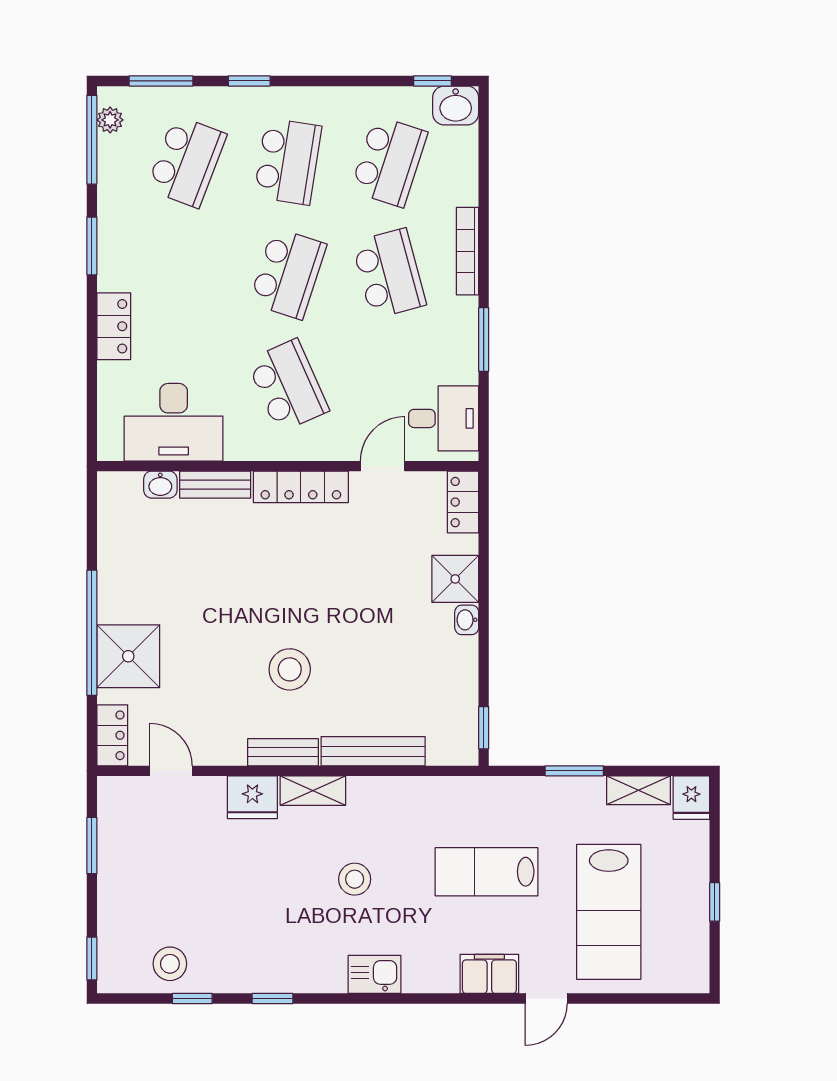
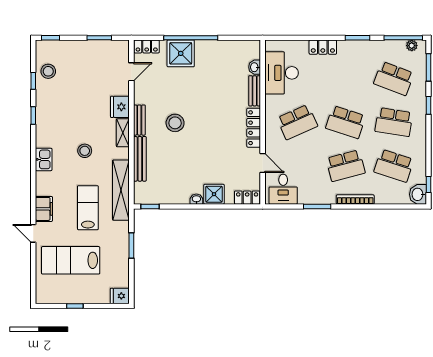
shelving: (639, 790) -> (121, 190), moved, width x2.20, depth x1.33

